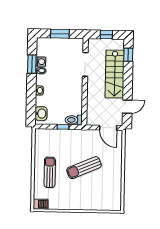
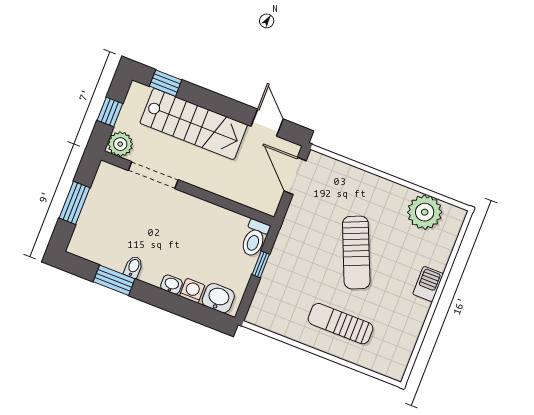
plant: (94, 45) -> (120, 144), added
washing machine: (41, 62) -> (192, 291), moved
door: (108, 128) -> (295, 176), swing flipped
plant: (113, 192) -> (425, 212), added
barbecue: (41, 204) -> (428, 284), moved

